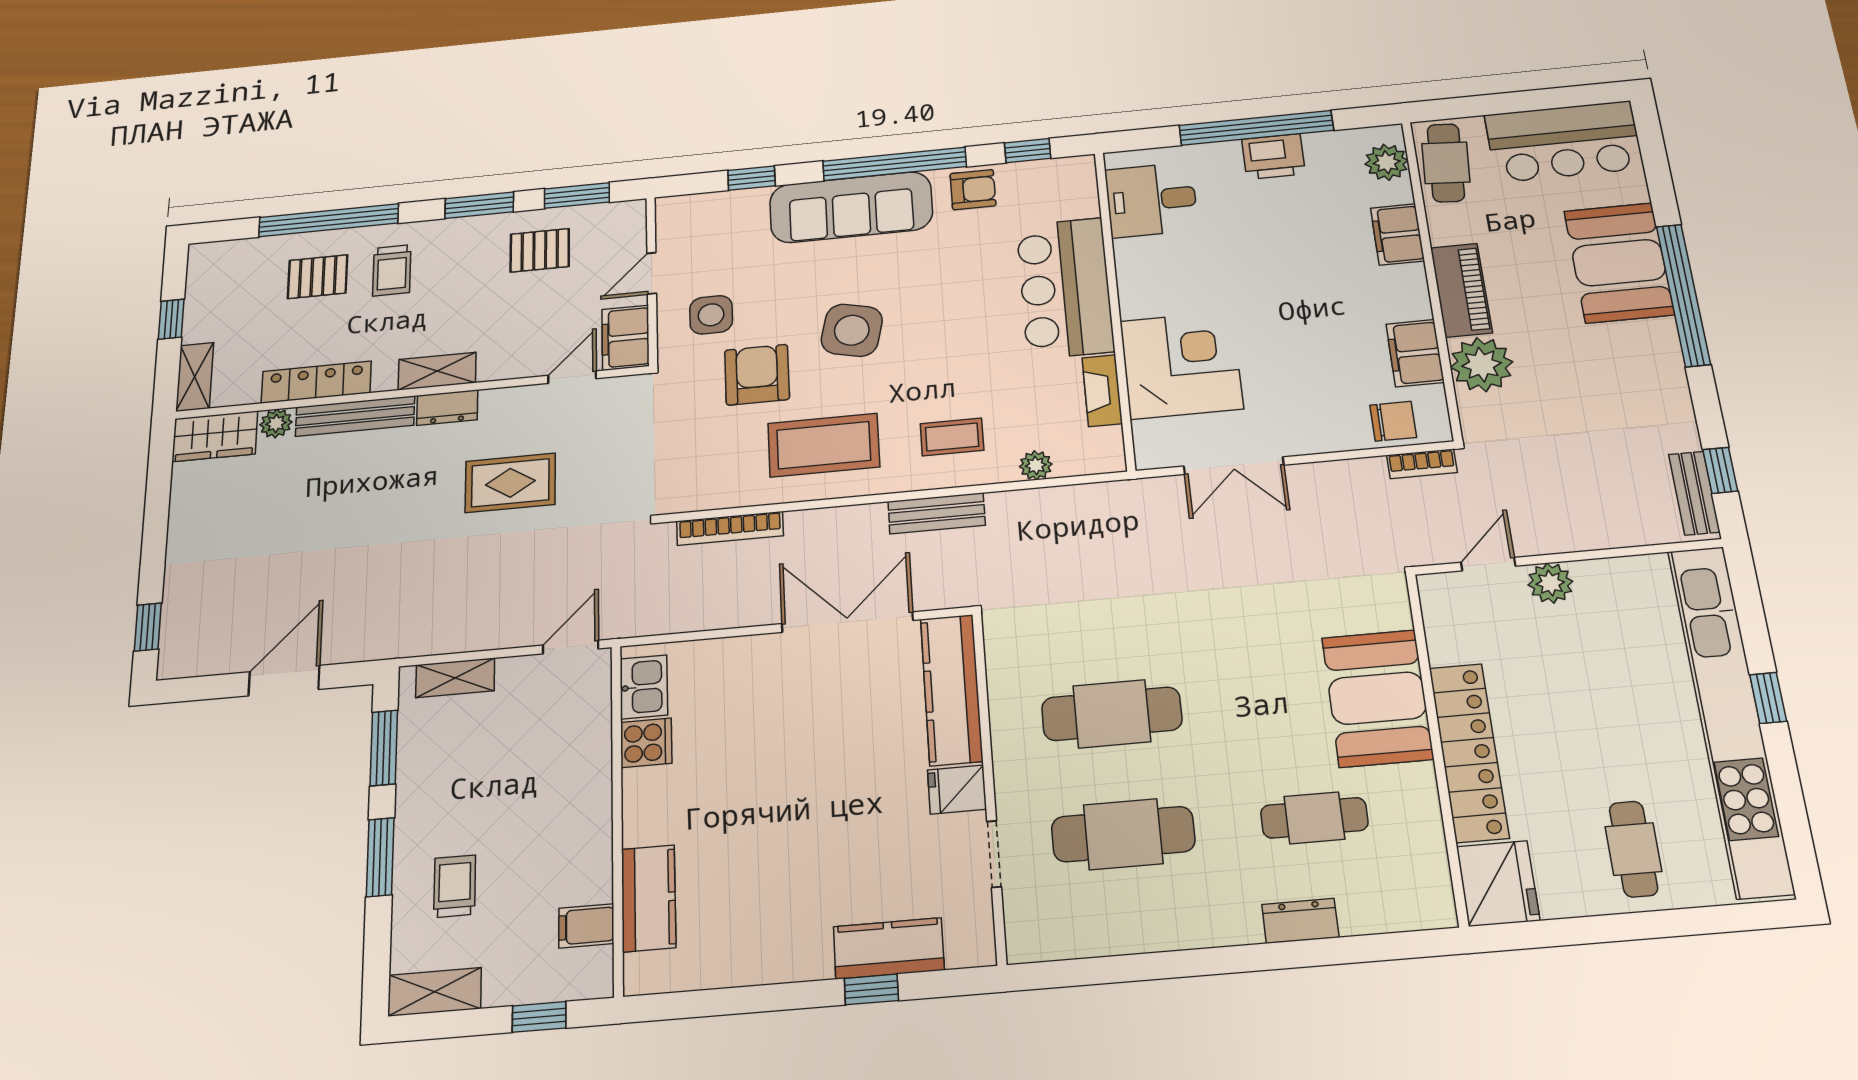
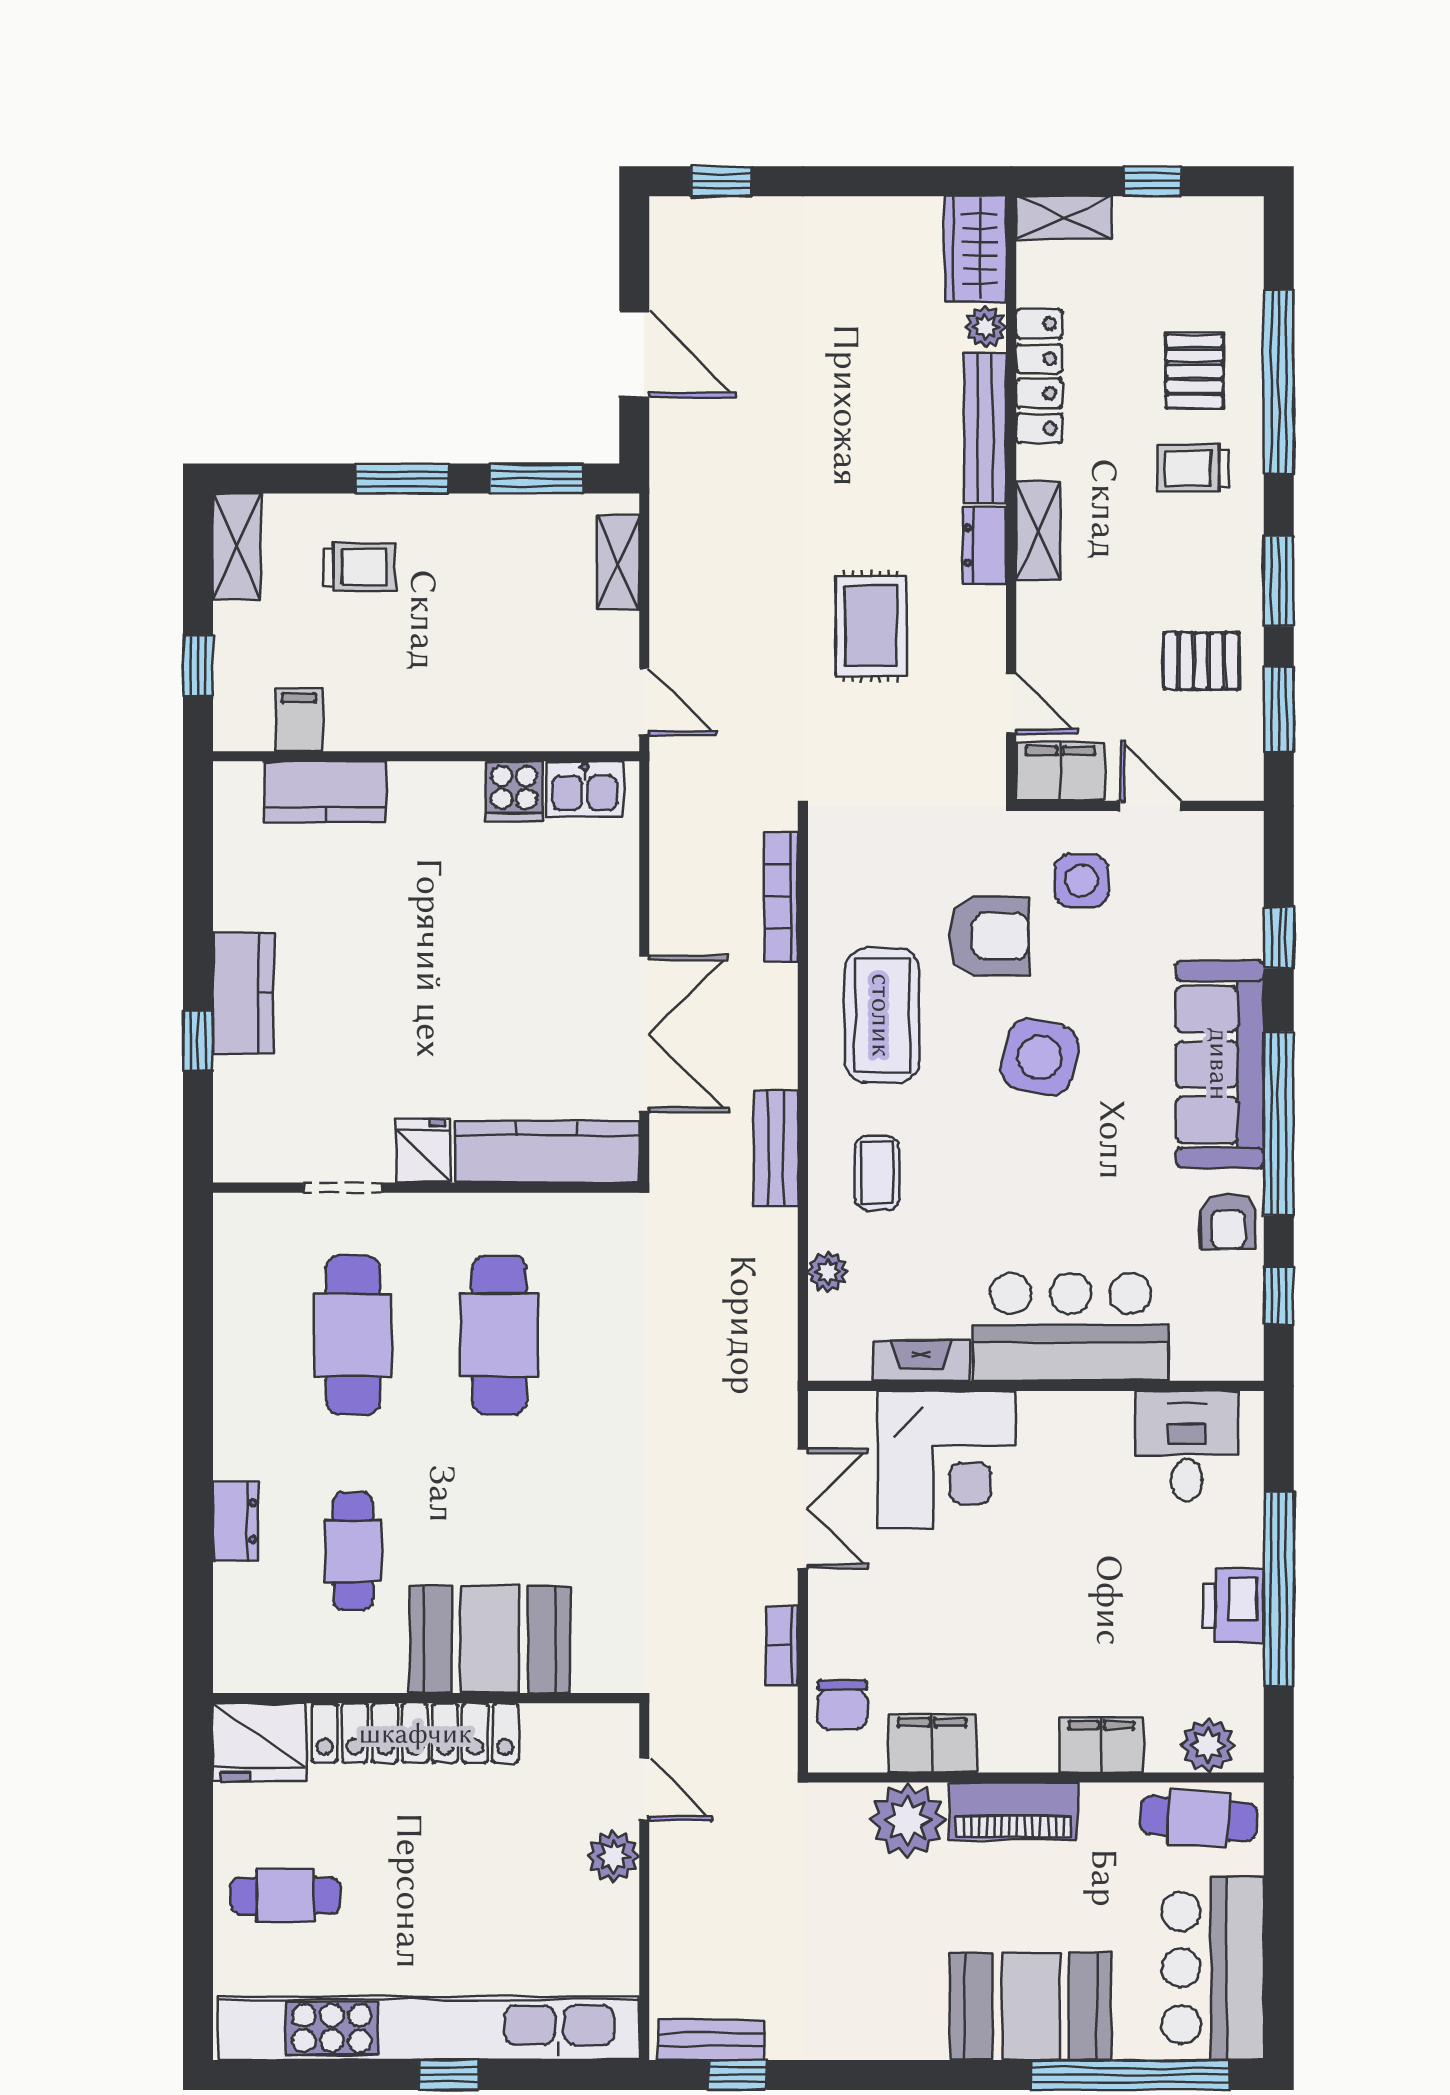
pallet: (540, 250) -> (1201, 661), turned 90
window: (1683, 295) -> (1130, 2075), moved
bookcase: (1422, 464) -> (782, 1646), moved
double door: (1234, 466) -> (803, 1509), swing flipped
kitchen counter: (889, 948) -> (243, 993), moved

